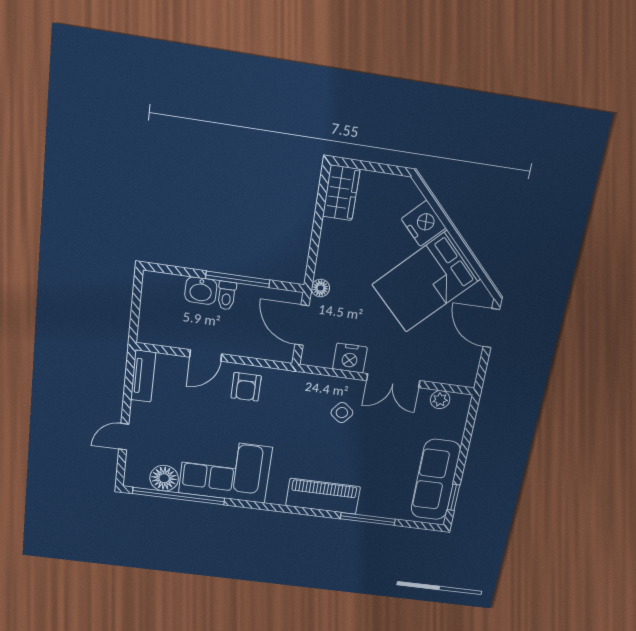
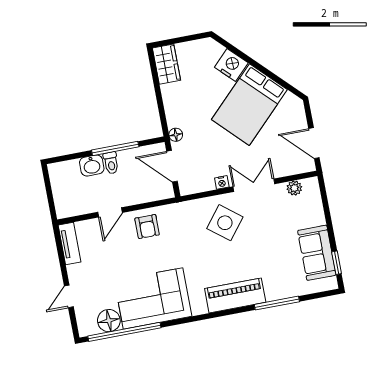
door: (491, 328) -> (314, 143), moved
nightstand: (350, 358) -> (222, 182), width x0.53, depth x0.56
double door: (393, 381) -> (254, 185), swing flipped
side table: (342, 413) -> (225, 223), width x1.87, depth x1.87
sofa: (436, 480) -> (317, 253), width x0.73

